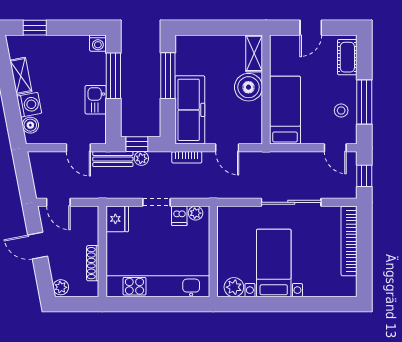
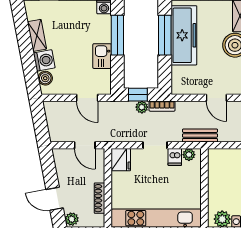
freezer: (190, 110) -> (184, 35), moved
bookcase: (187, 157) -> (162, 106), moved
bench: (113, 159) -> (200, 135), moved
door: (58, 202) -> (85, 145), moved
door: (38, 246) -> (55, 199), moved

